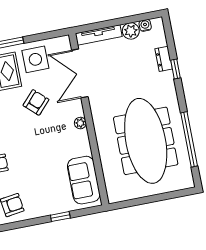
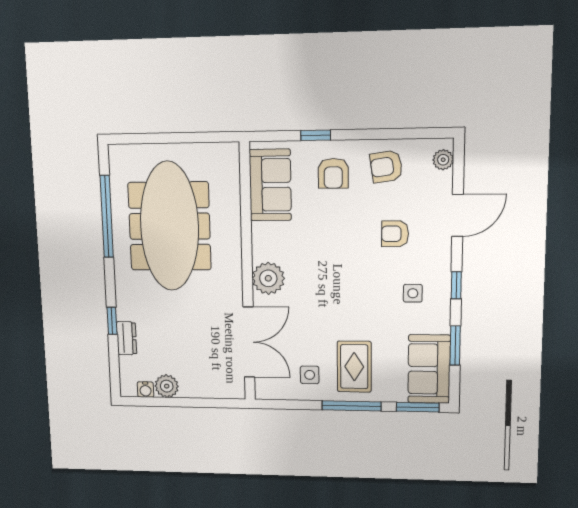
tv unit: (99, 35) -> (213, 390), removed
side table: (35, 59) -> (310, 375), width x0.54, depth x0.54
armchair: (36, 102) -> (333, 173), moved, turned -43
plant: (80, 123) -> (268, 278), width x1.88, depth x1.88

